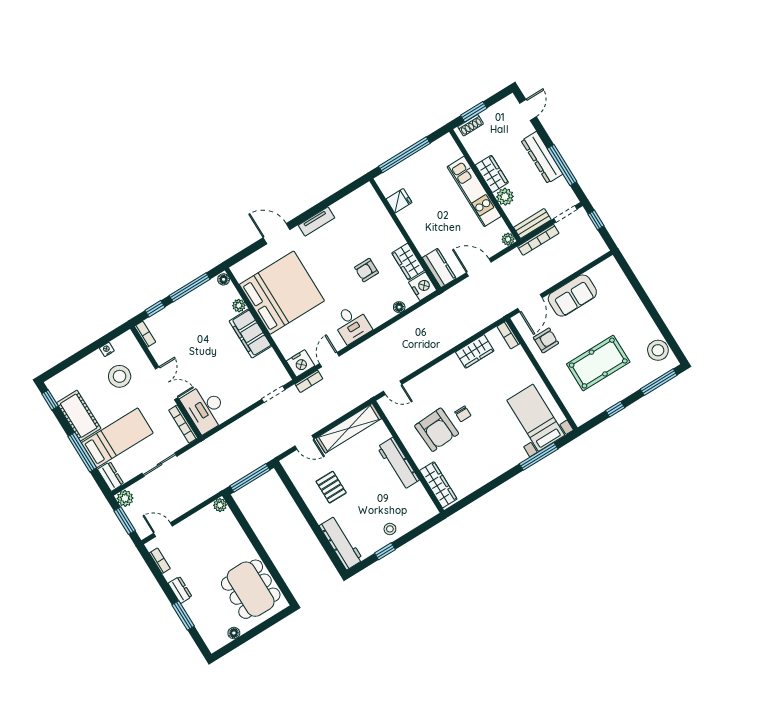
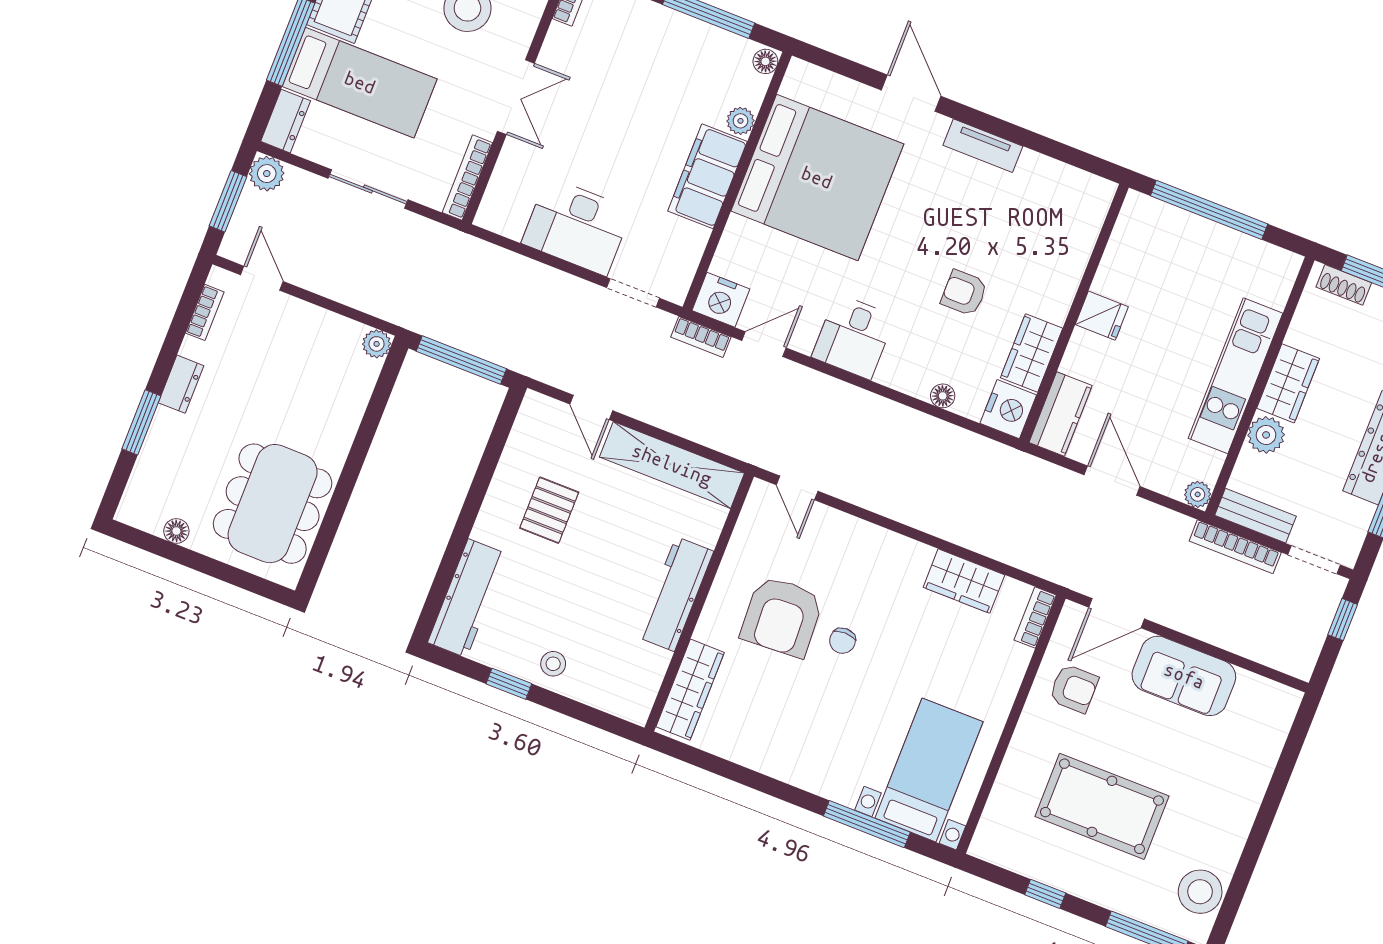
fridge: (399, 201) -> (1102, 316), moved
desk: (205, 408) -> (577, 226), moved, turned -90

